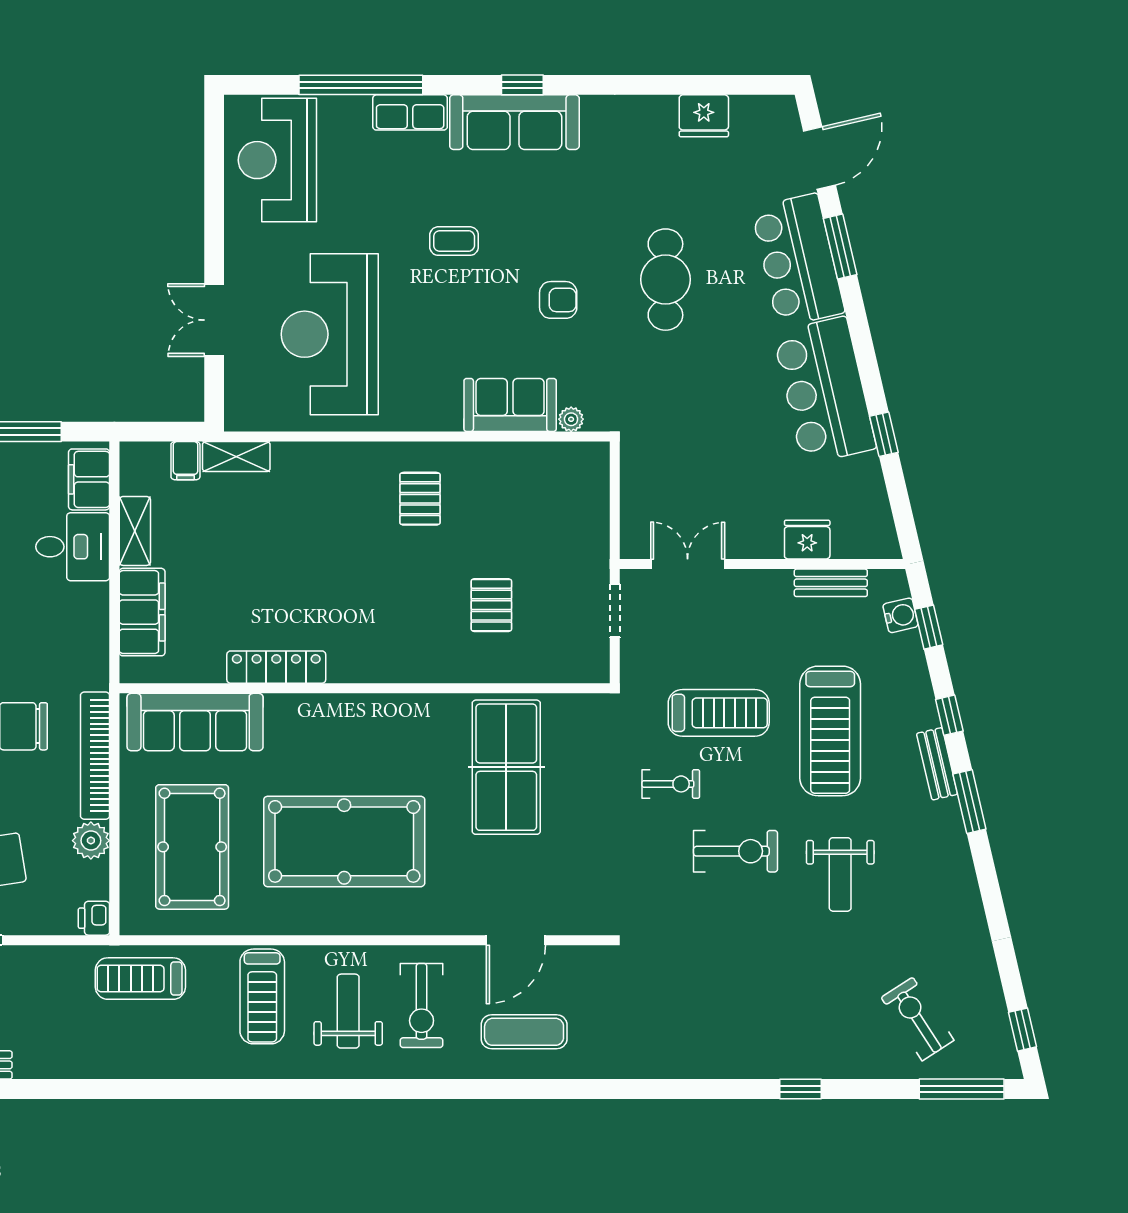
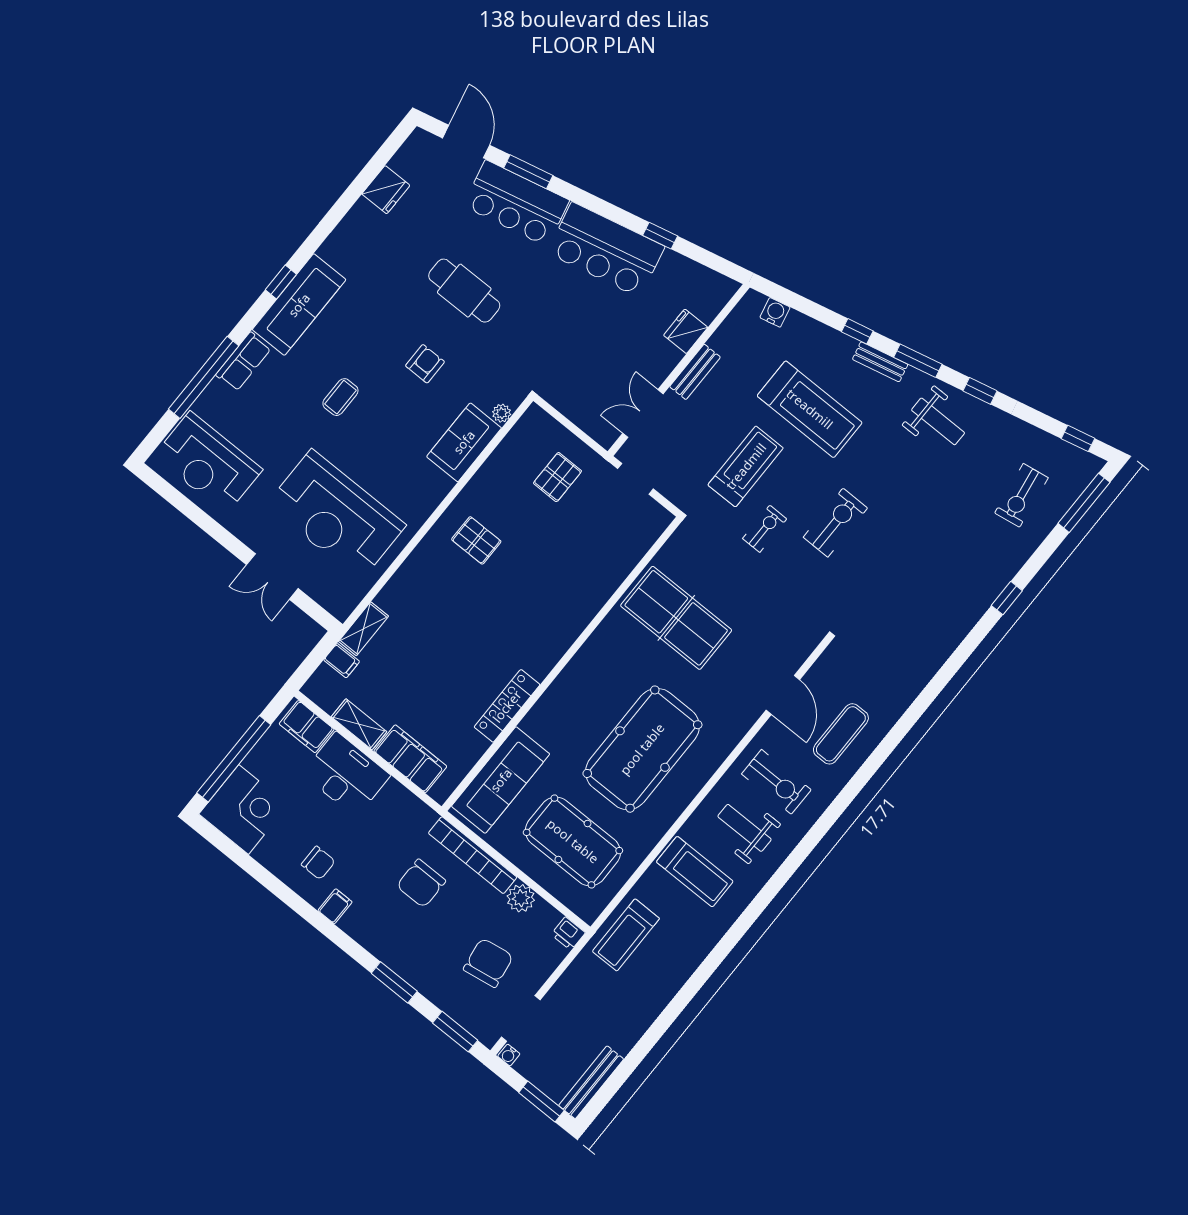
desk: (73, 547) -> (346, 775), width x1.37
bench: (831, 583) -> (695, 372), moved
pallet: (491, 605) -> (557, 477), moved, turned 90
window: (929, 627) -> (980, 391), moved
weight bench: (840, 874) -> (938, 421), moved
exercise bike: (917, 1019) -> (1021, 495), turned -66

